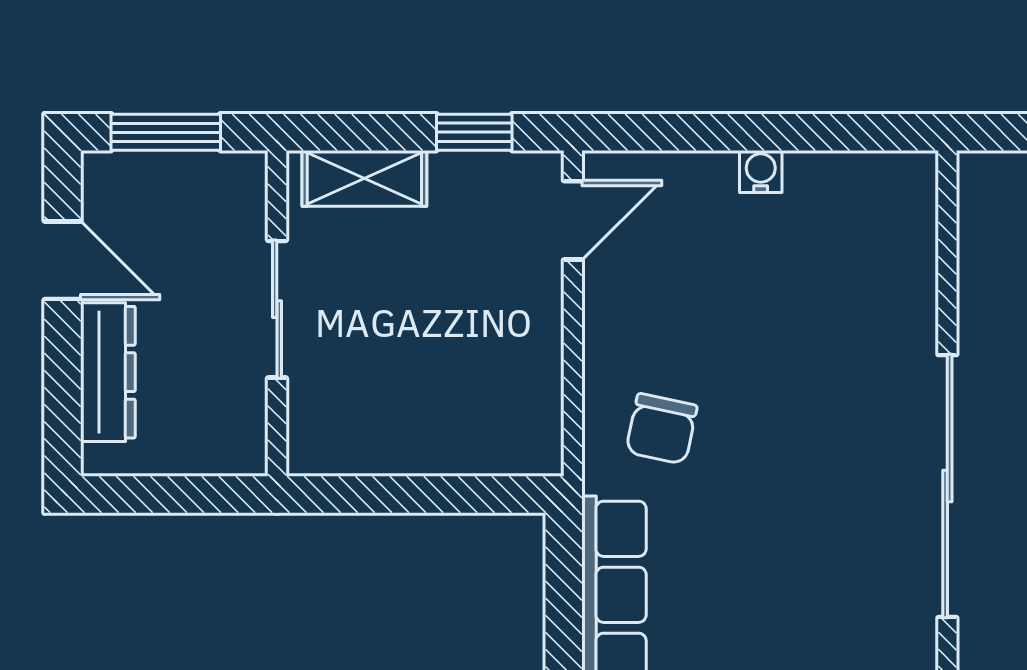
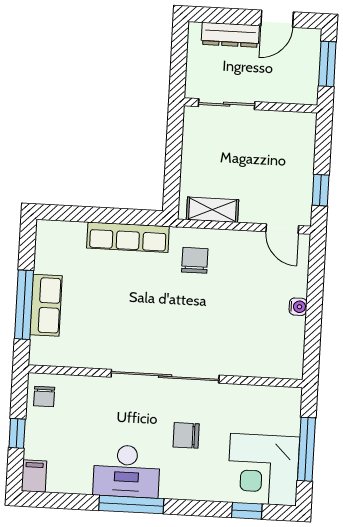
shelving: (364, 178) -> (212, 210), moved, turned 90
sliding door: (277, 309) -> (227, 104), moved
chair: (661, 429) -> (195, 260), turned 78

